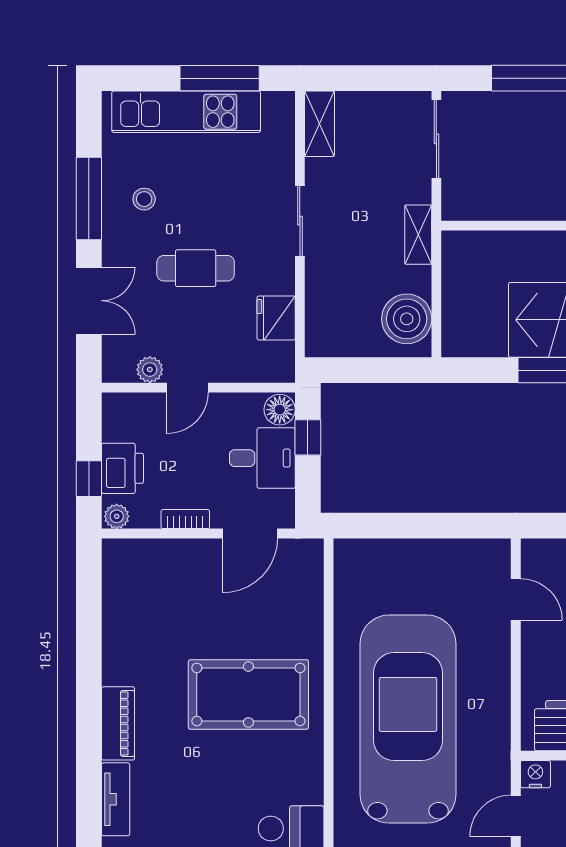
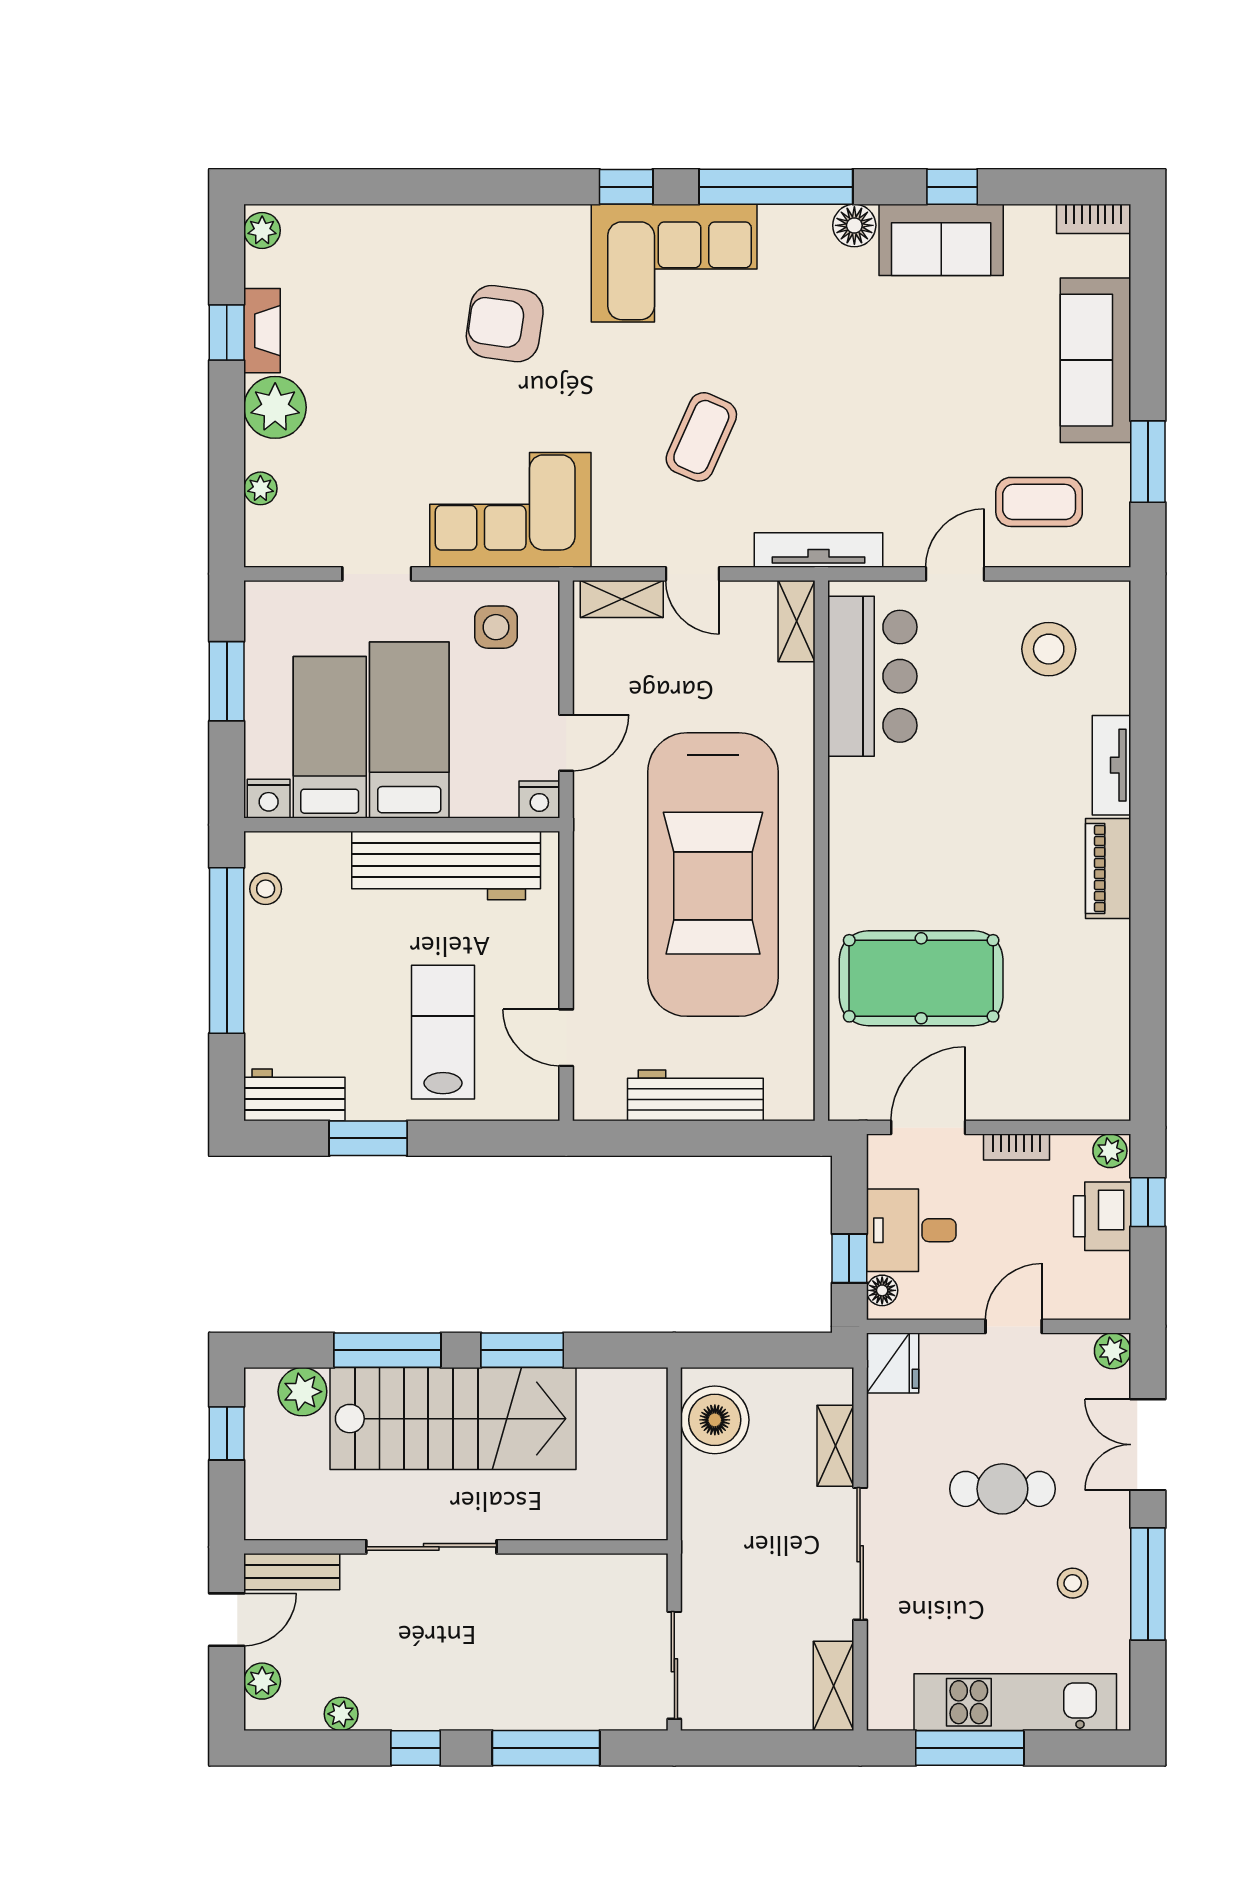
sliding door: (300, 221) -> (860, 1554), width x1.37
shelving: (418, 235) -> (835, 1446), moved
fridge: (276, 318) -> (893, 1363), moved
plant: (150, 370) -> (1113, 1351), moved
floor lamp: (280, 410) -> (882, 1290), width x0.73, depth x0.73
workbench: (421, 557) -> (695, 1095), added
pool table: (248, 694) -> (921, 978), moved

